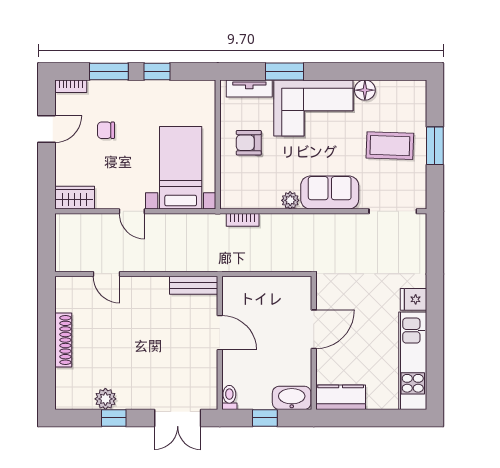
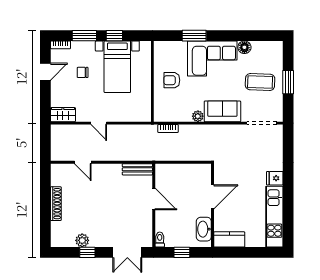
tv unit: (249, 88) -> (172, 46), removed
bed with nightstands: (181, 168) -> (117, 67), moved, turned 180
washbasin: (292, 398) -> (204, 229), moved, turned -90

